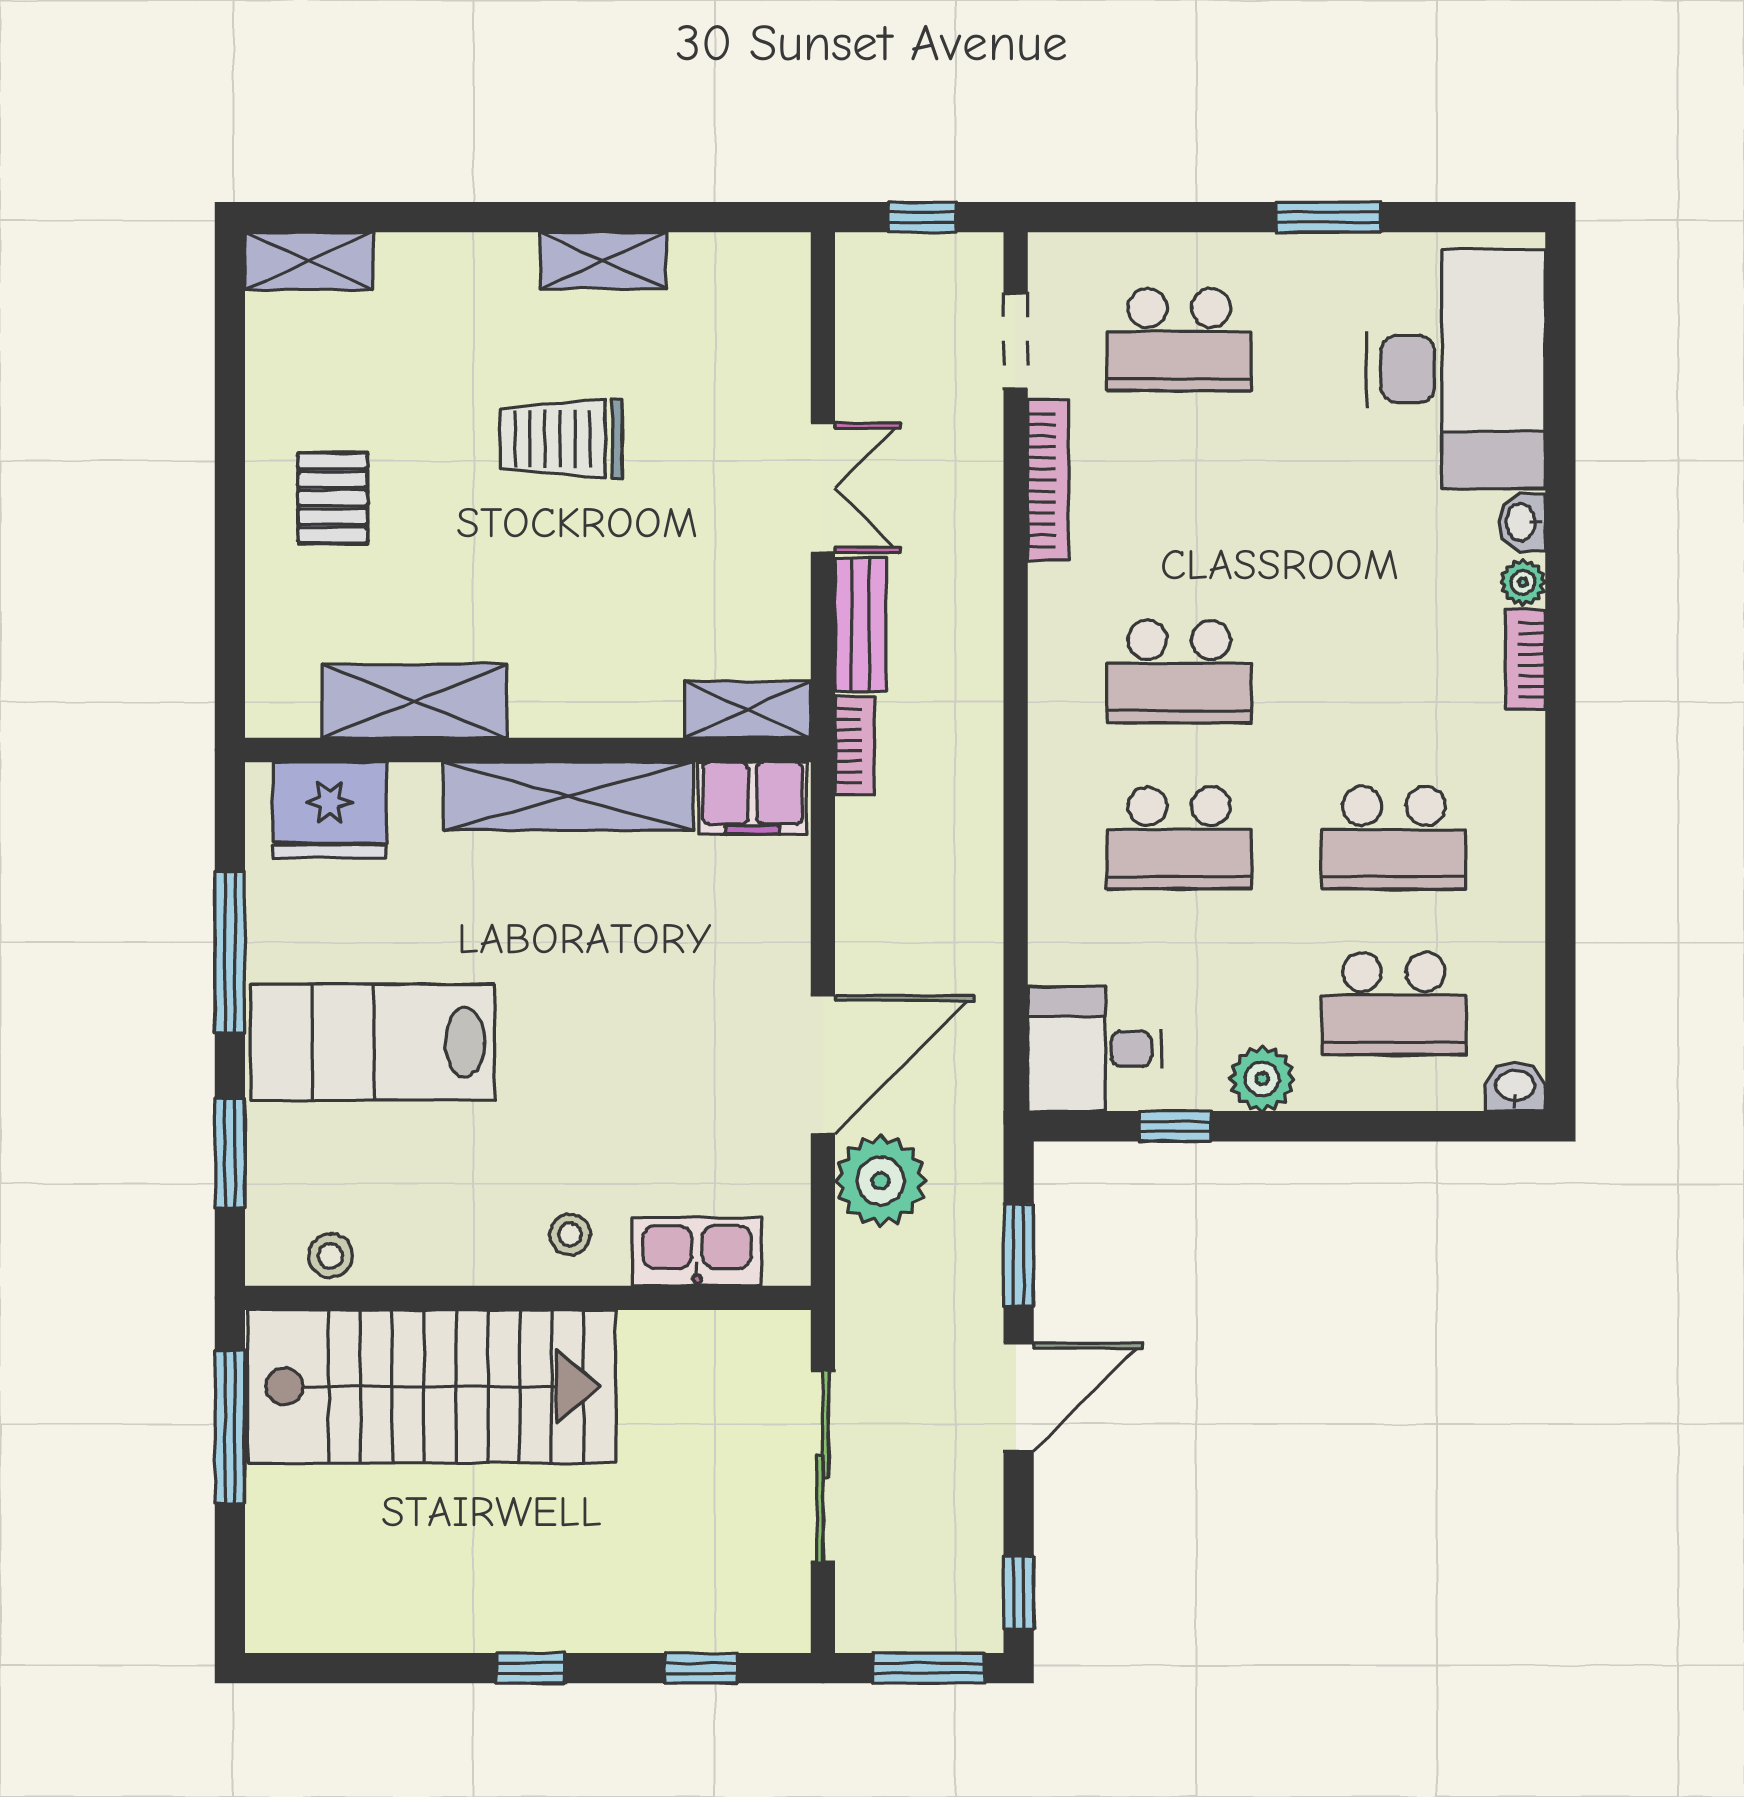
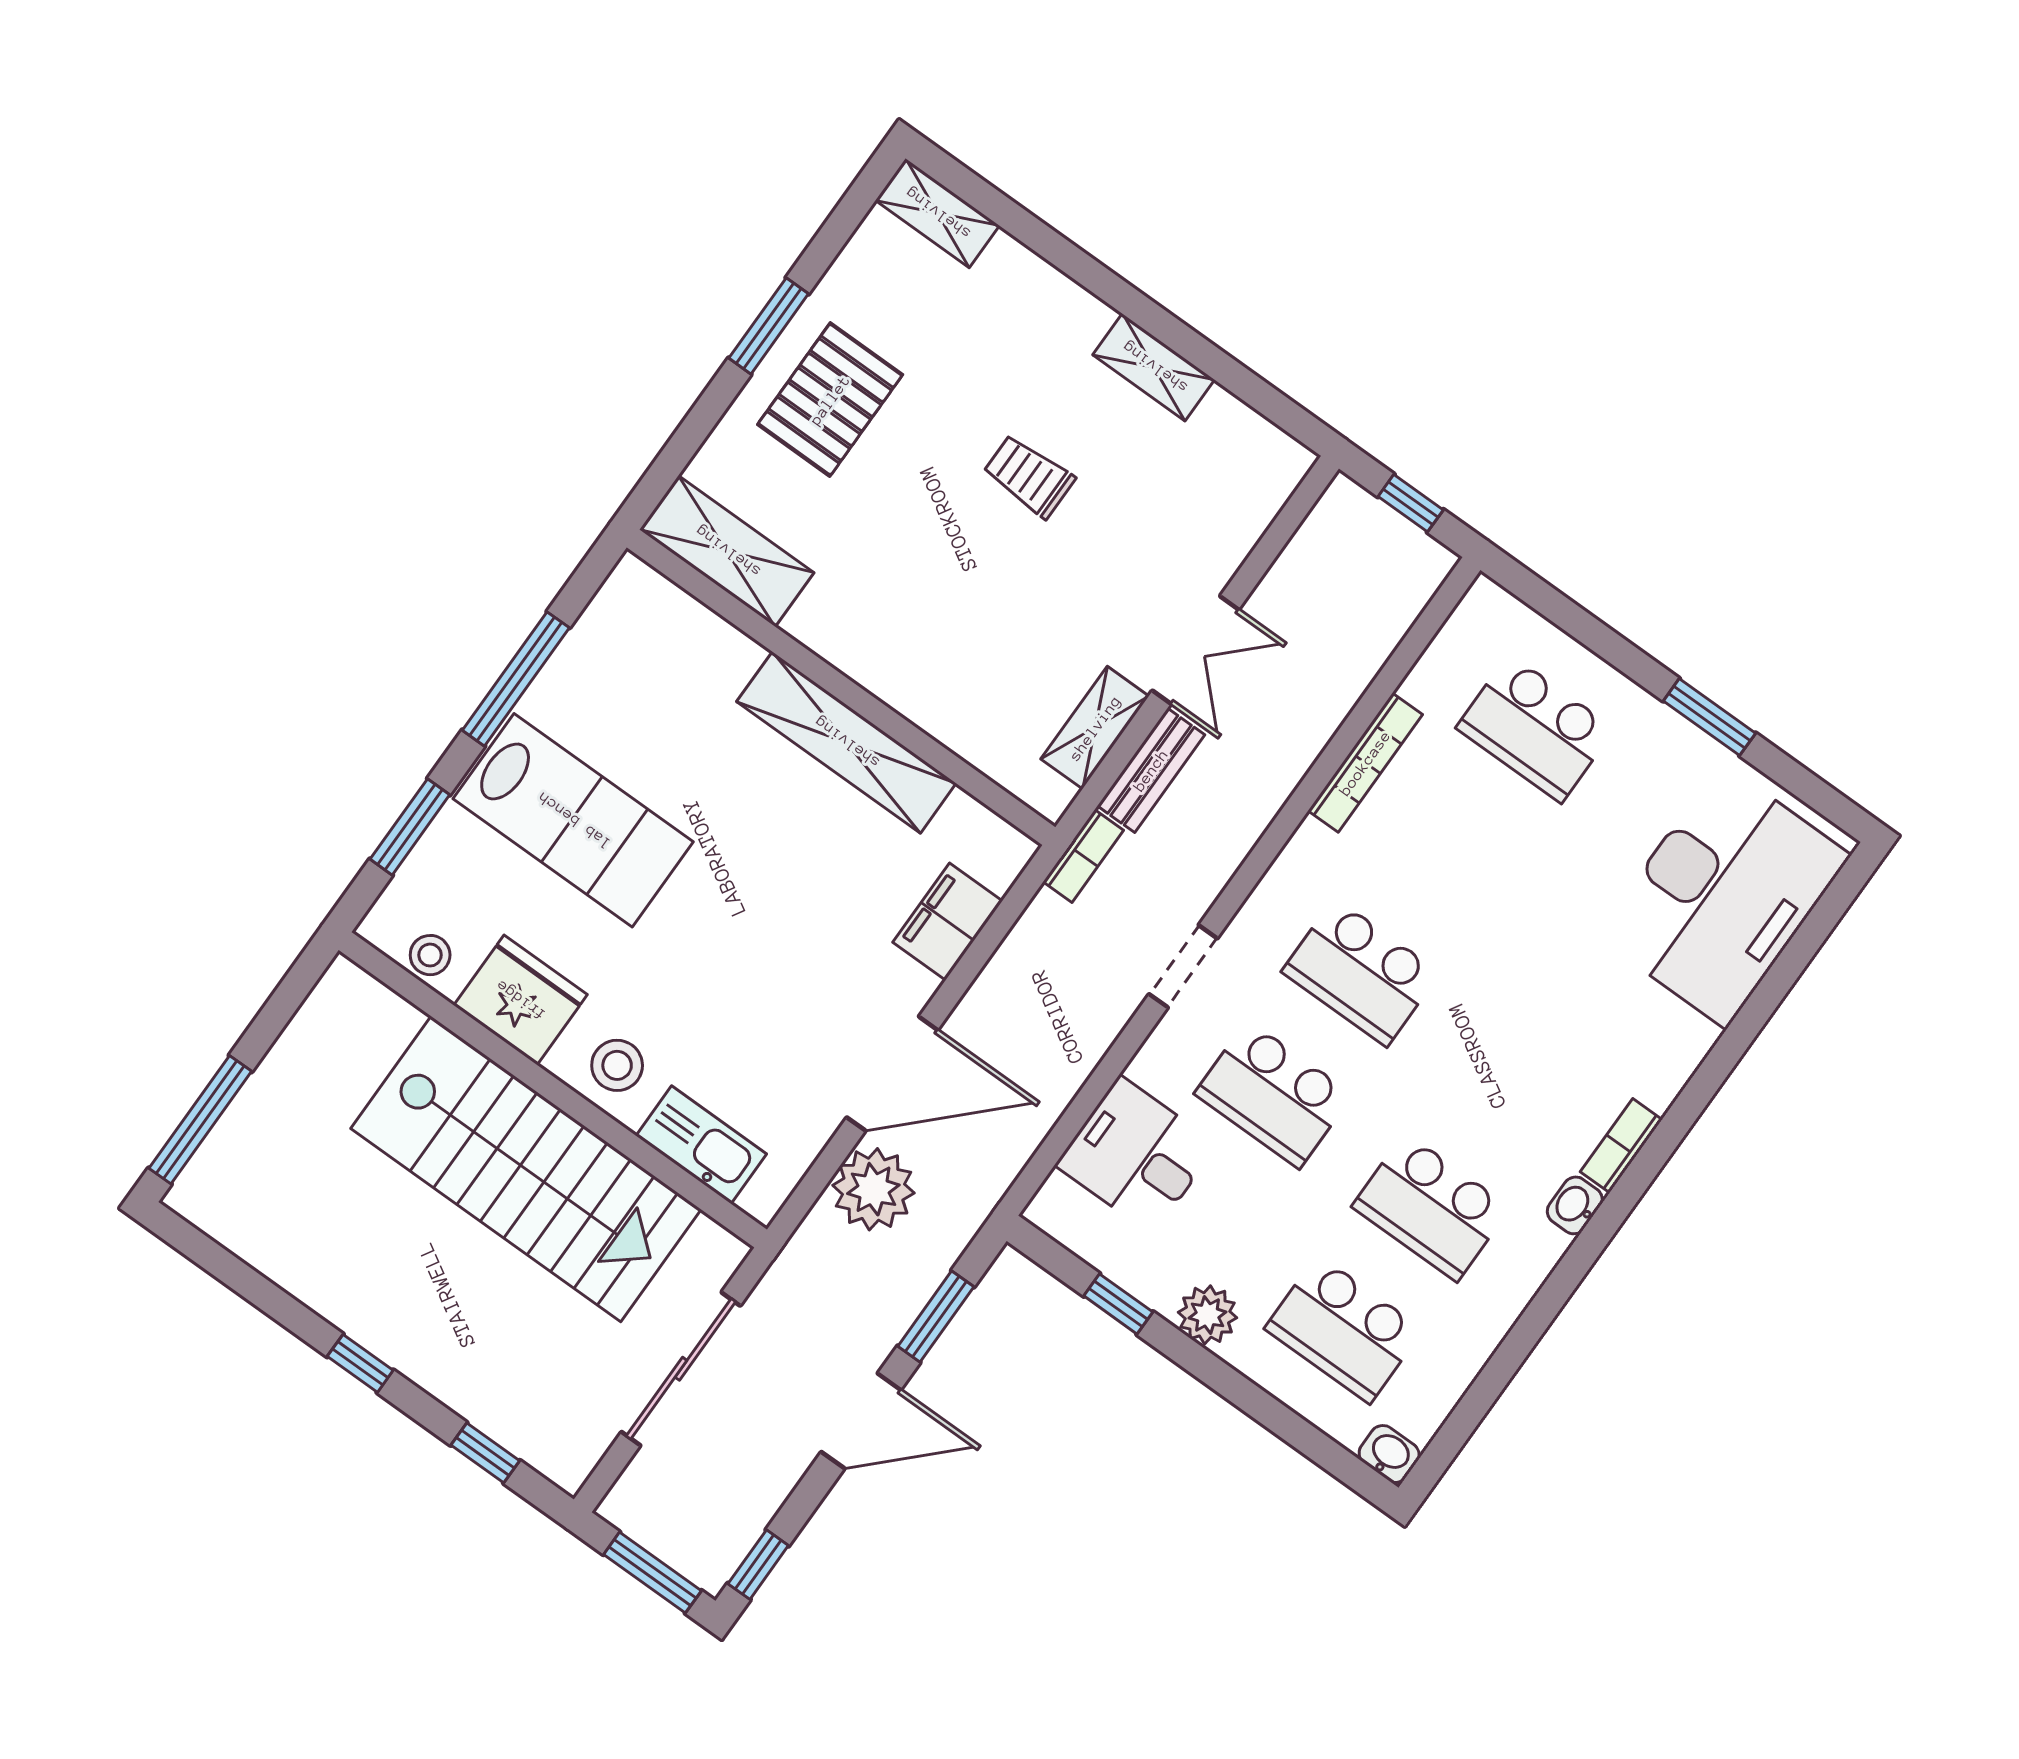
doorway: (1016, 341) -> (1183, 966), moved
trolley: (561, 439) -> (1029, 476), width x0.73, depth x0.72
window: (230, 471) -> (769, 326), added
pallet: (333, 498) -> (830, 400), width x1.50, depth x1.42
washbasin: (1522, 522) -> (1575, 1205), moved
plant: (1523, 582) -> (1660, 1087), removed
shelving: (414, 701) -> (727, 551), moved
shelving: (748, 709) -> (1095, 728), moved, turned 90
filing cabinet: (752, 798) -> (948, 922), moved, turned 90
fridge: (330, 810) -> (520, 1000), moved, turned 180
lab bench: (372, 1042) -> (573, 820), turned 180
desk: (1095, 1049) -> (1136, 1155), moved
stool: (570, 1234) -> (617, 1065), width x1.37, depth x1.37
stairs: (432, 1387) -> (526, 1169), moved
window: (230, 1427) -> (200, 1120), moved

